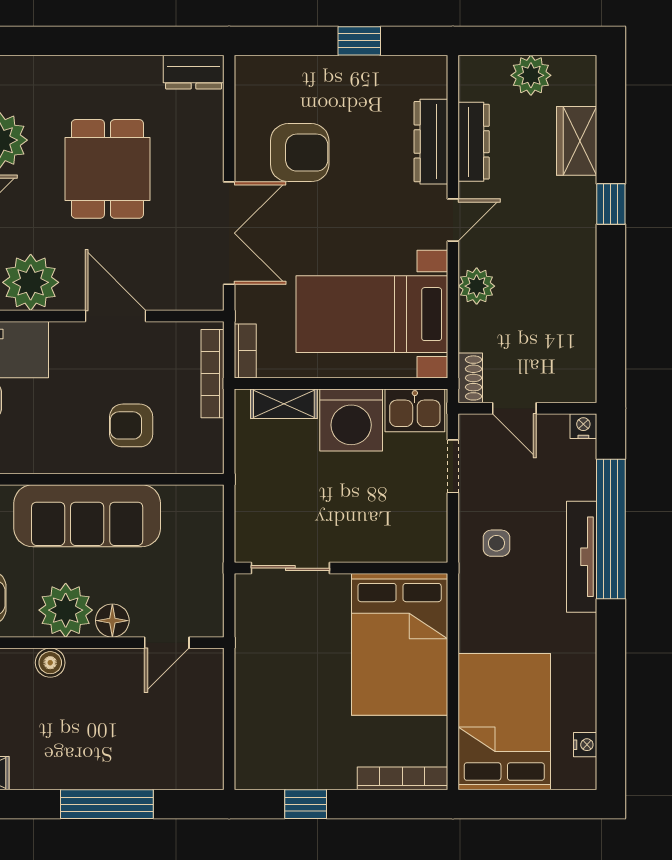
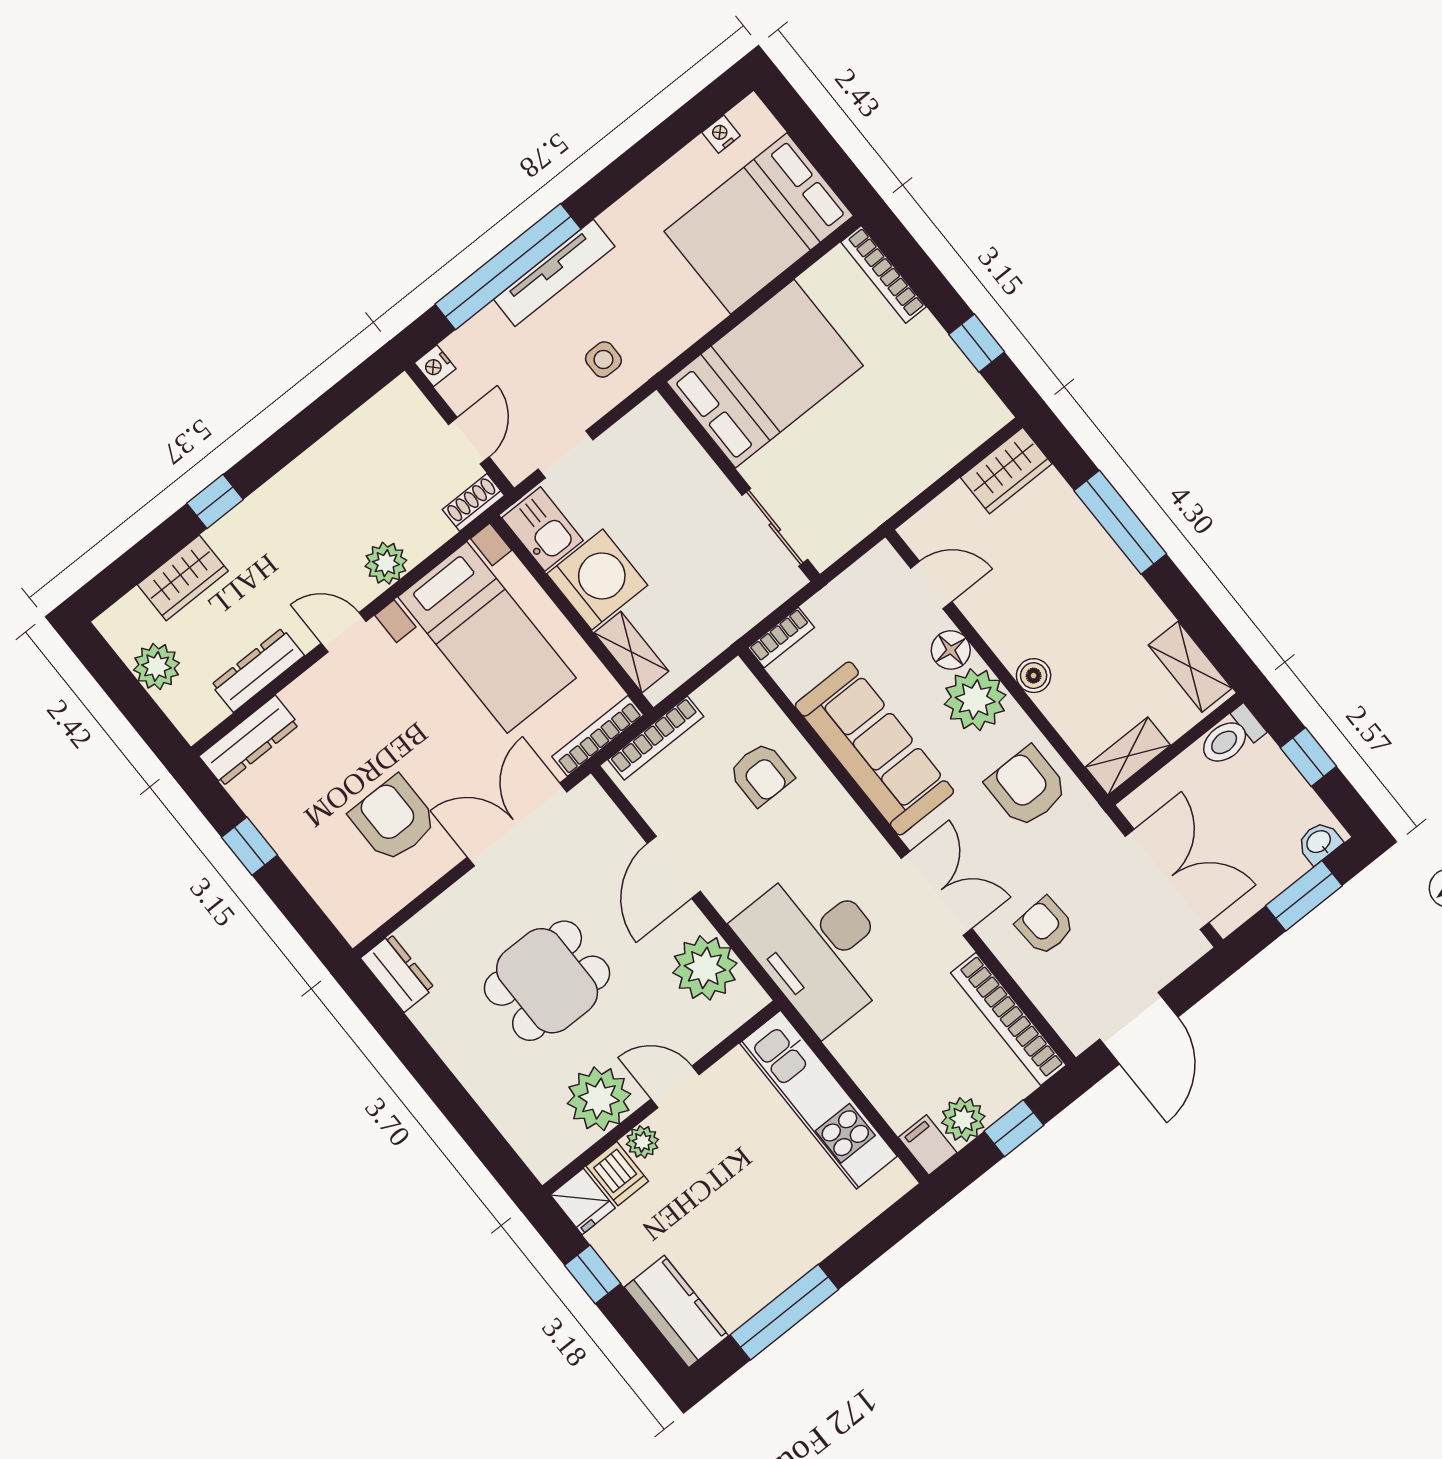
dresser: (431, 142) -> (249, 741), moved
bookcase: (245, 351) -> (598, 736), width x1.56
bookcase: (213, 513) -> (781, 637), added
wardrobe: (204, 755) -> (1006, 470), added

